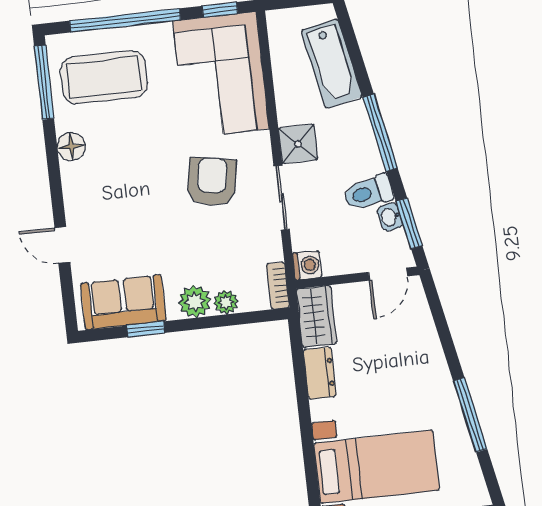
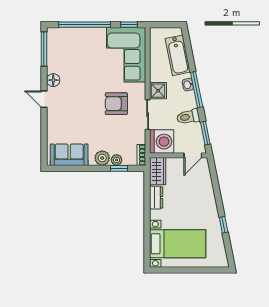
coffee table: (104, 77) -> (72, 50), removed
armchair: (212, 182) -> (116, 104), turned -100
washbasin: (390, 217) -> (188, 85), moved
door: (62, 245) -> (44, 99), moved
washing machine: (307, 265) -> (162, 142), width x1.89, depth x1.89
window: (146, 329) -> (119, 168), moved
window: (470, 415) -> (224, 225), width x0.46

